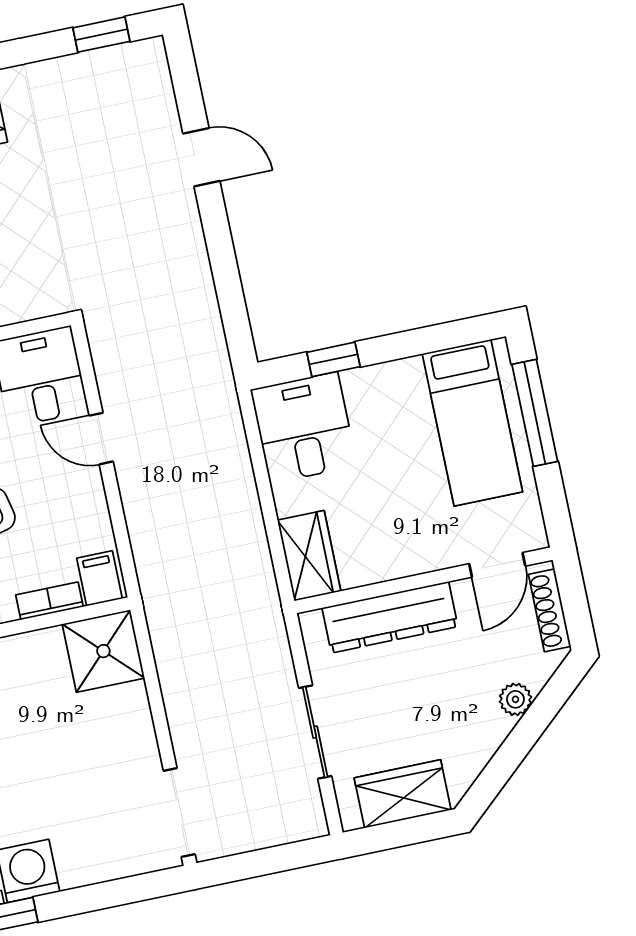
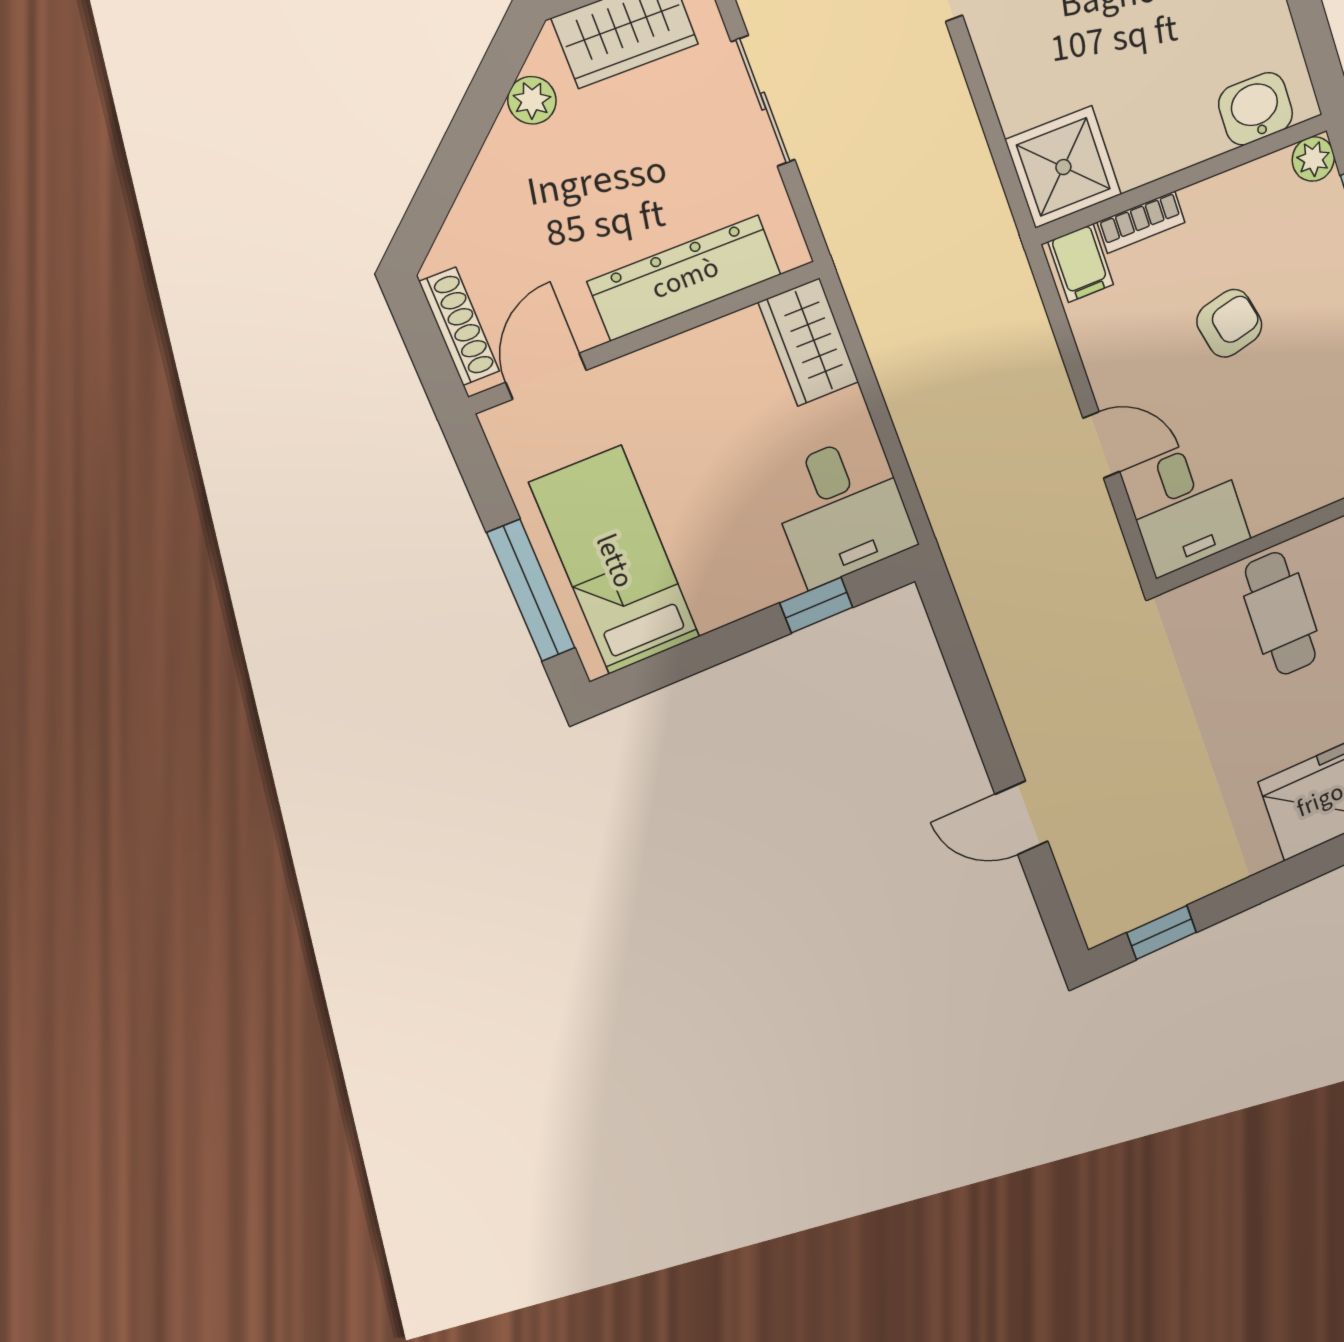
plant: (515, 699) -> (532, 100), moved

